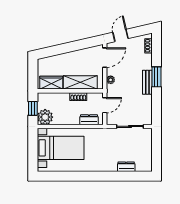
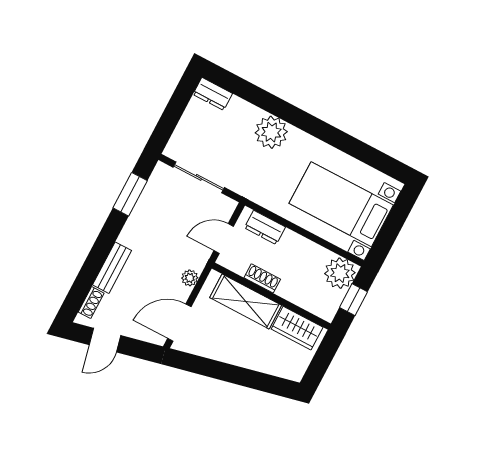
door: (121, 35) -> (105, 340), moved
window: (156, 77) -> (130, 194), moved
bench: (147, 82) -> (112, 268), moved
plant: (108, 163) -> (271, 132), added
dresser: (126, 167) -> (213, 94), moved

